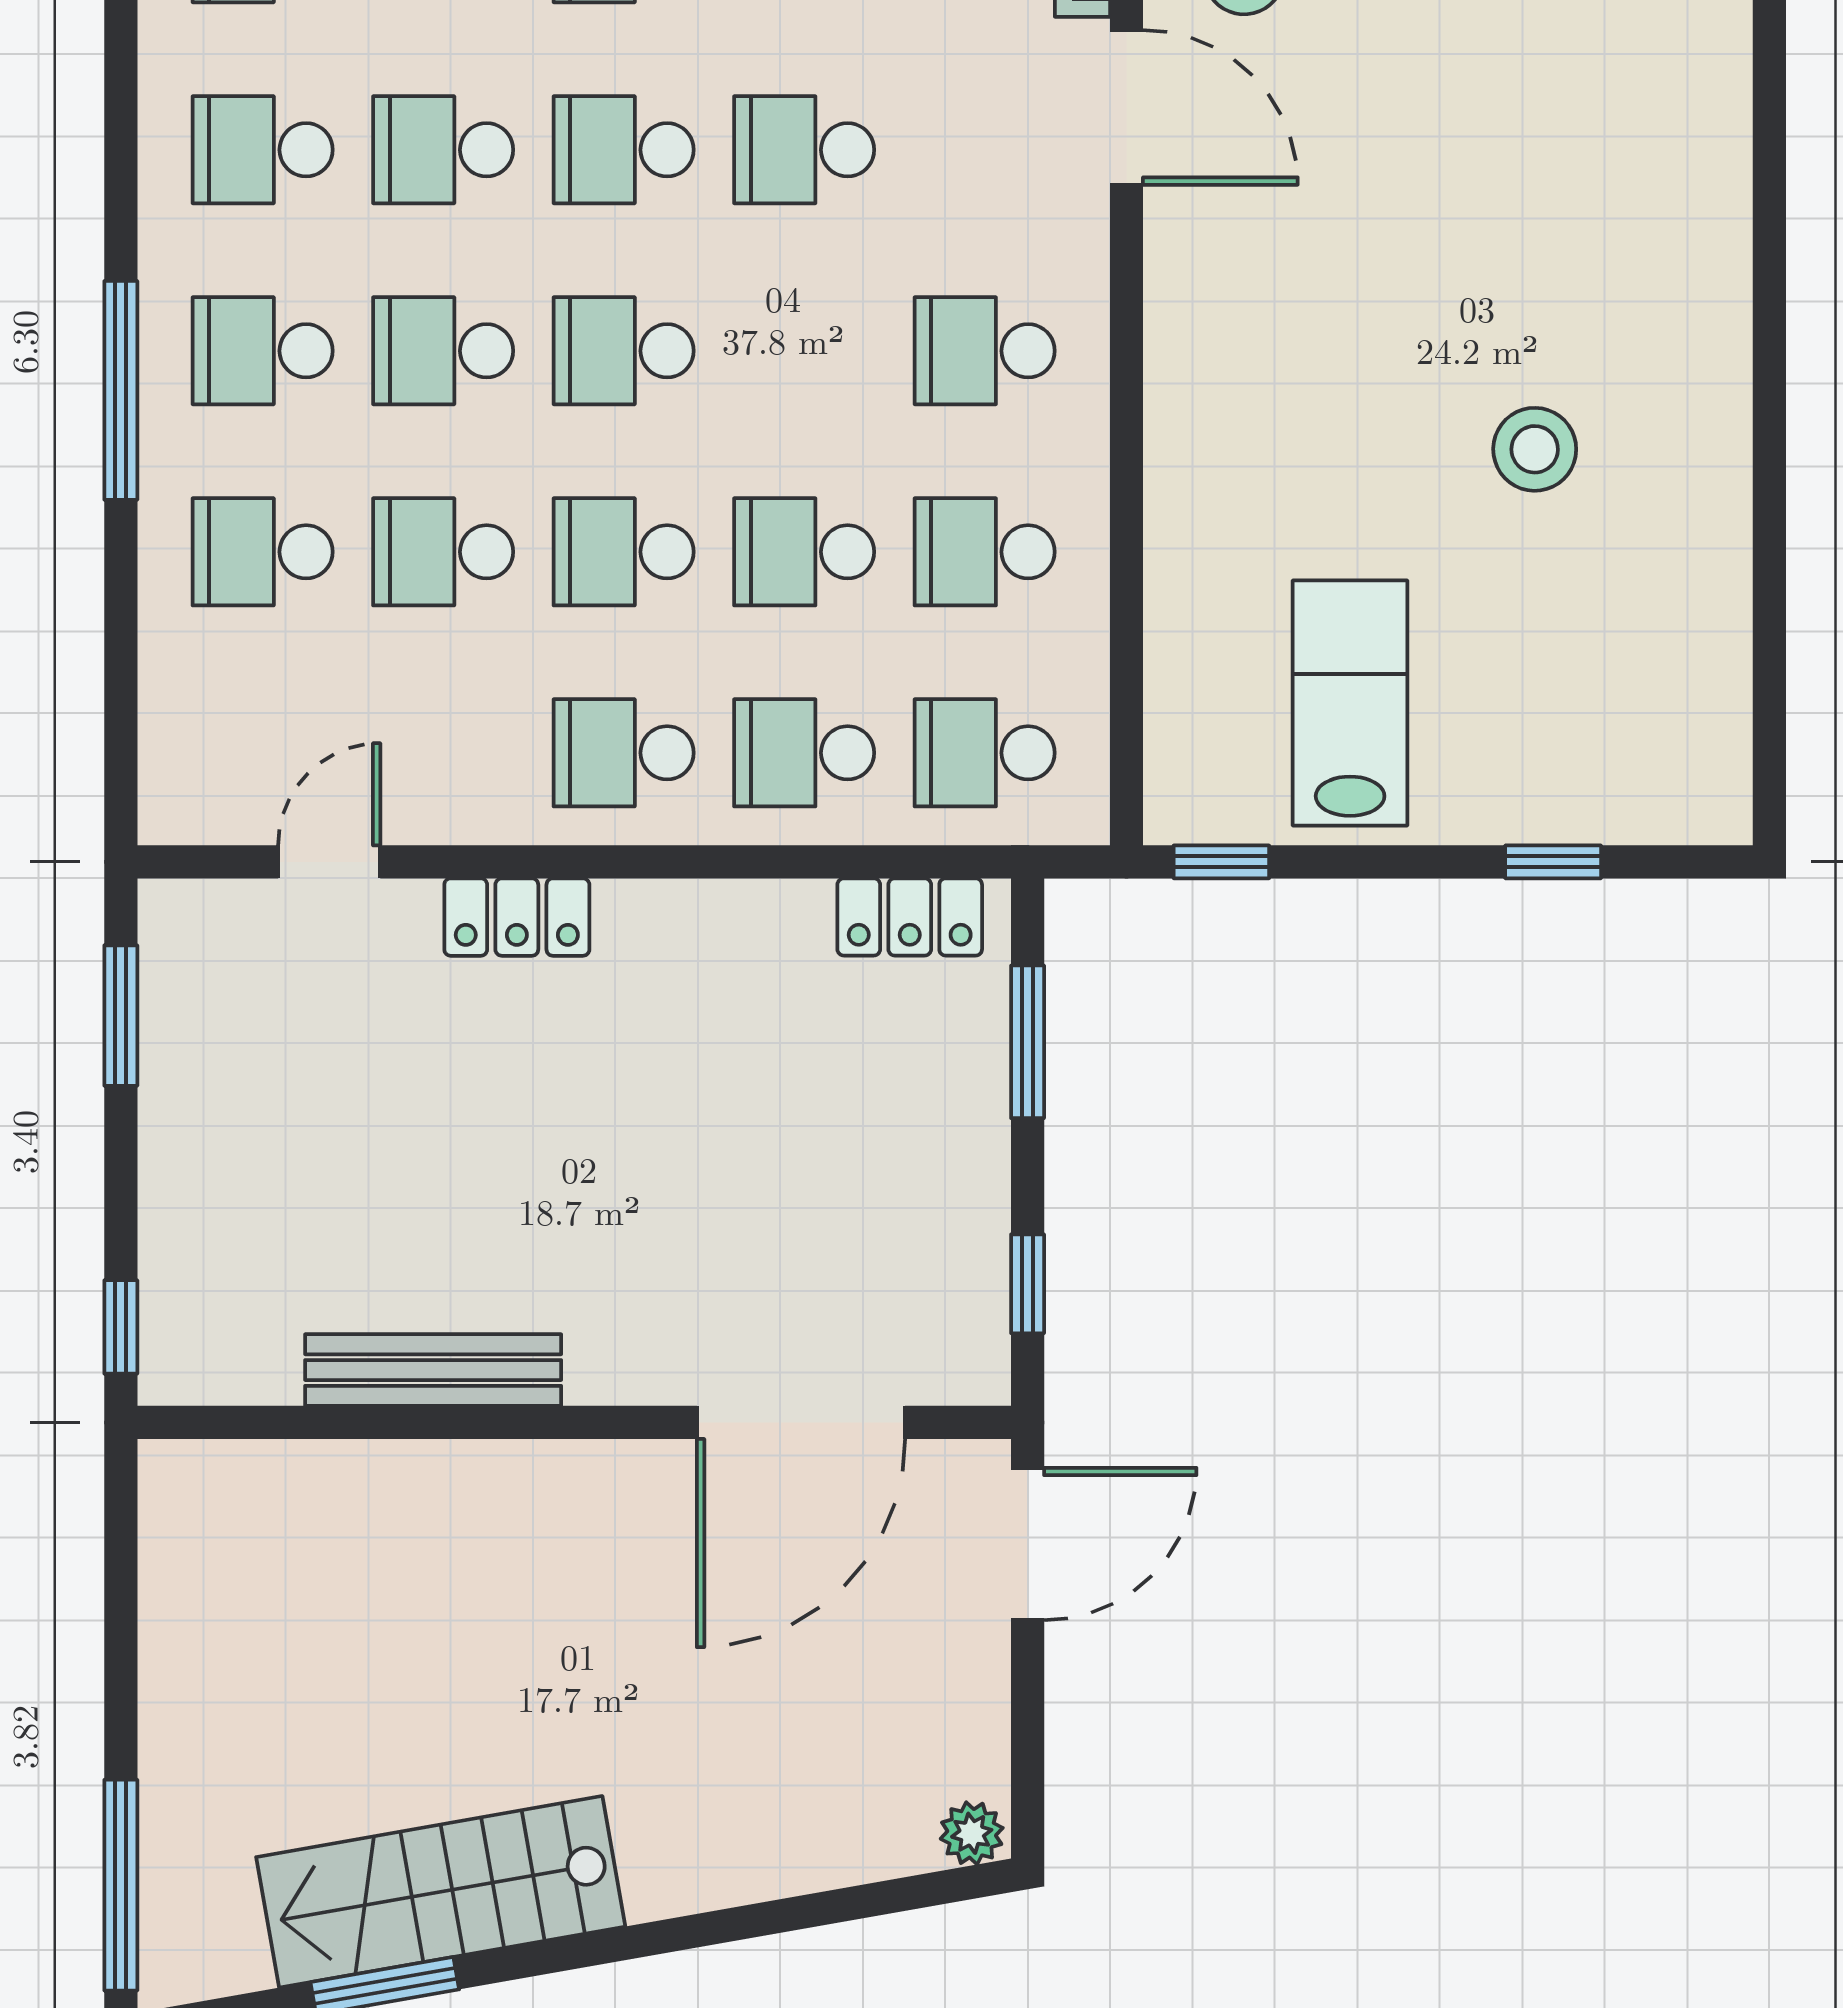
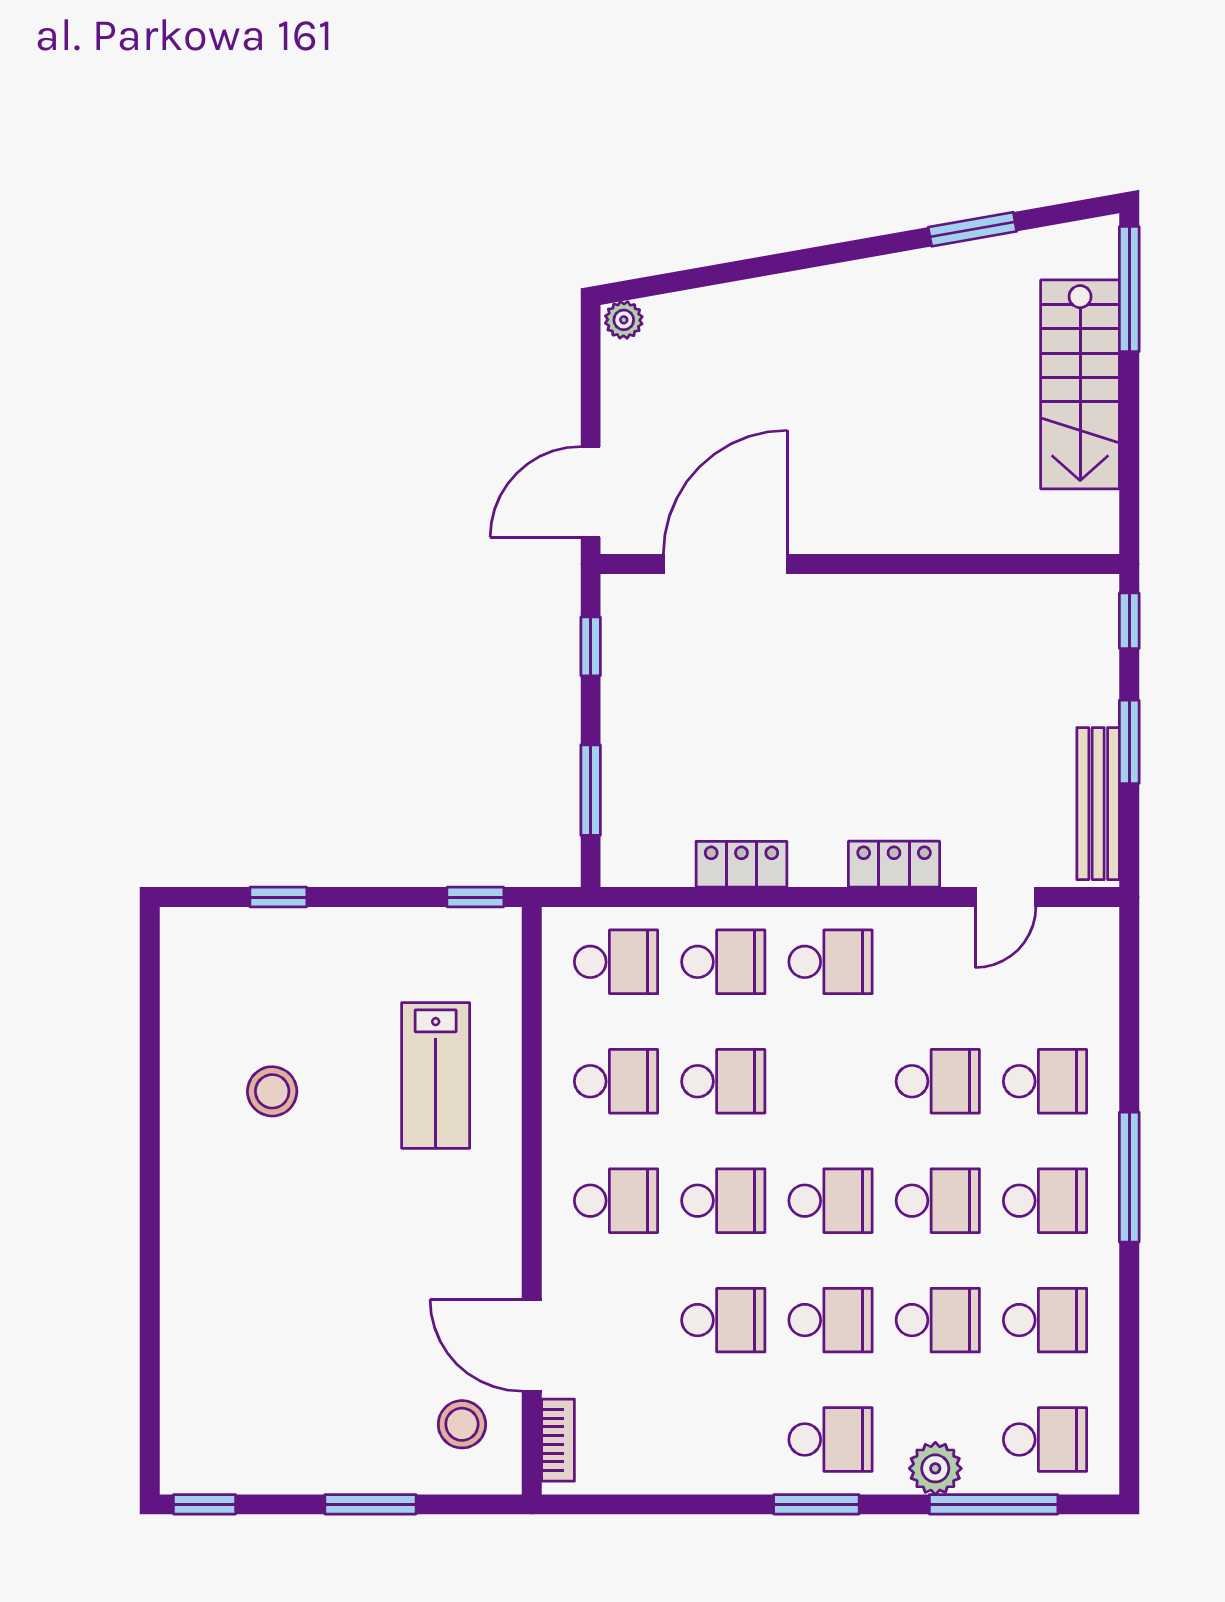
stool: (1535, 449) -> (272, 1091), moved
school desk: (624, 552) -> (723, 1201), moved
lab bench: (1350, 703) -> (436, 1075), moved
locker: (910, 917) -> (741, 864), moved
window: (121, 1016) -> (1129, 742), moved
bench: (433, 1370) -> (1098, 804), moved, turned 90
stairs: (441, 1892) -> (1080, 384), moved, turned 100

